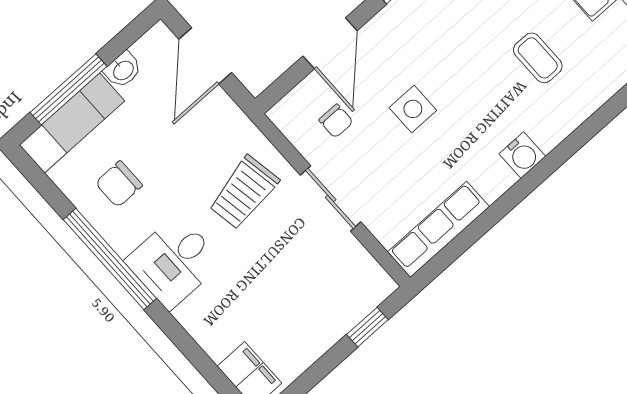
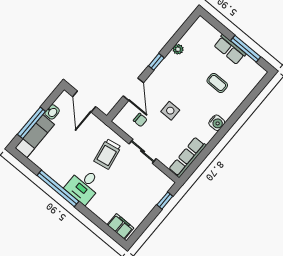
chair: (119, 184) -> (57, 158), removed

